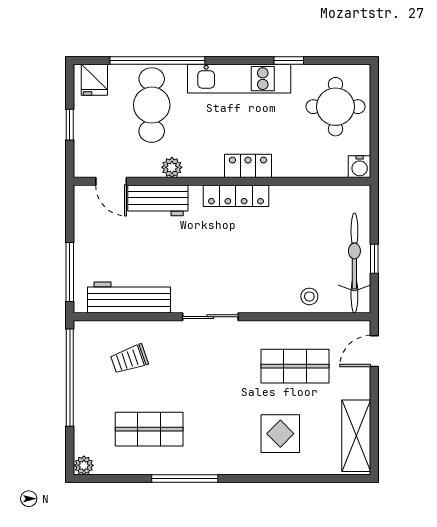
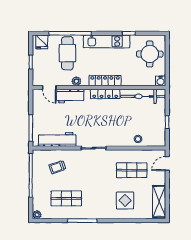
locker: (248, 166) -> (105, 81), width x1.53
bicycle: (354, 263) -> (143, 96), moved, turned -90

